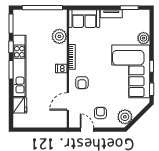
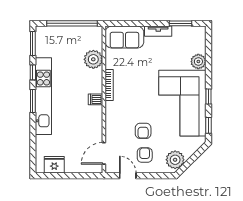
armchair: (82, 83) -> (143, 131), moved
door: (68, 101) -> (104, 153), moved
fridge: (20, 105) -> (54, 165), moved, turned -90

